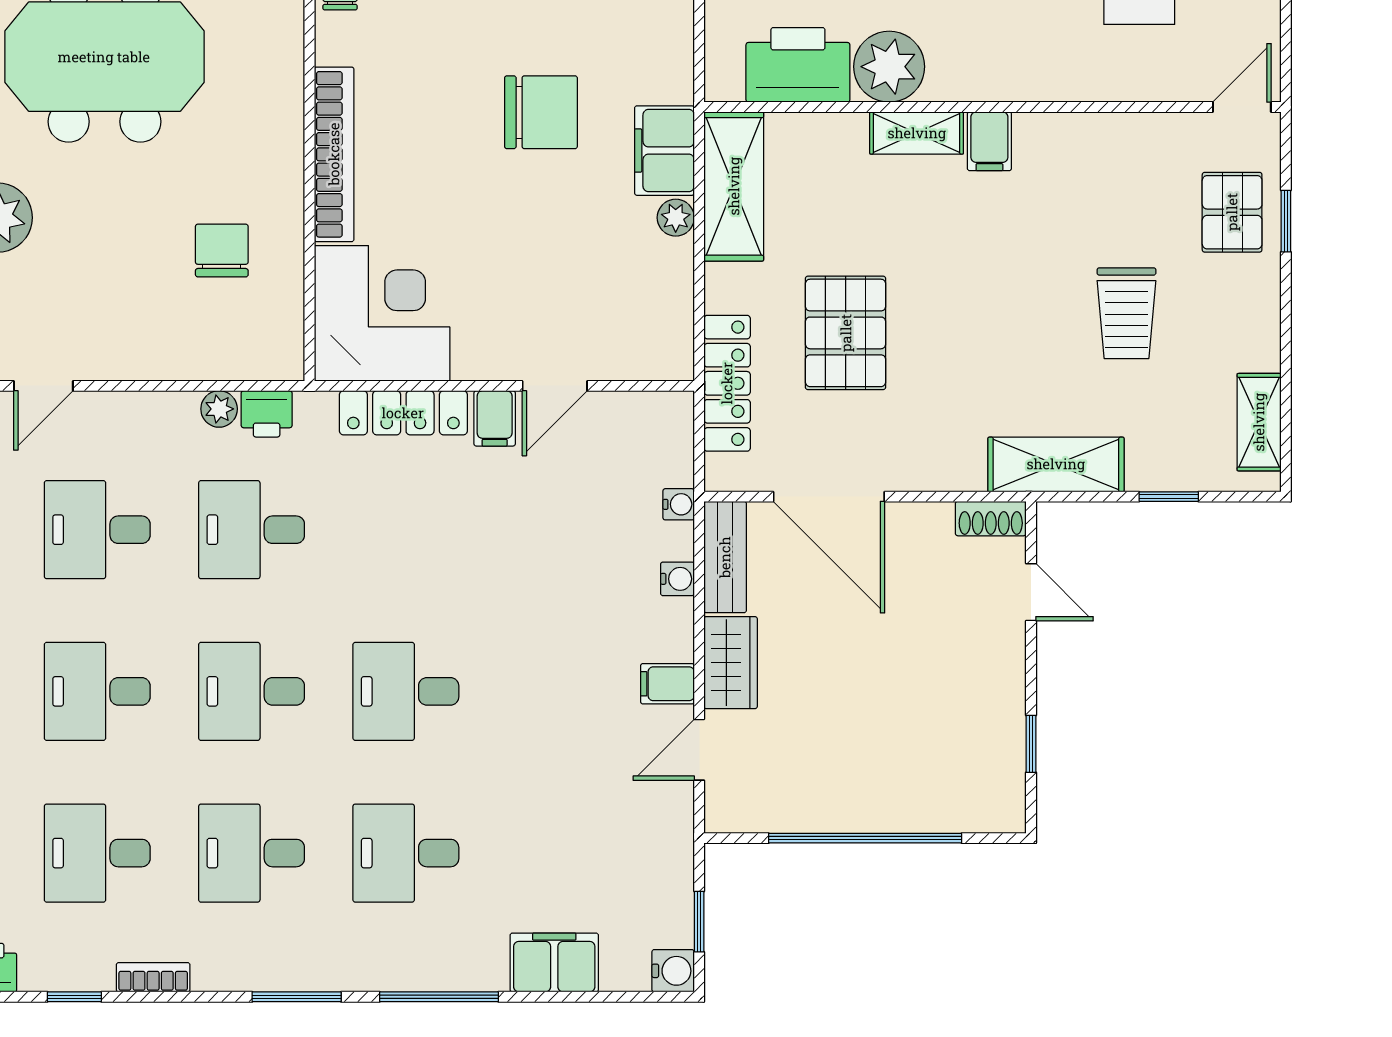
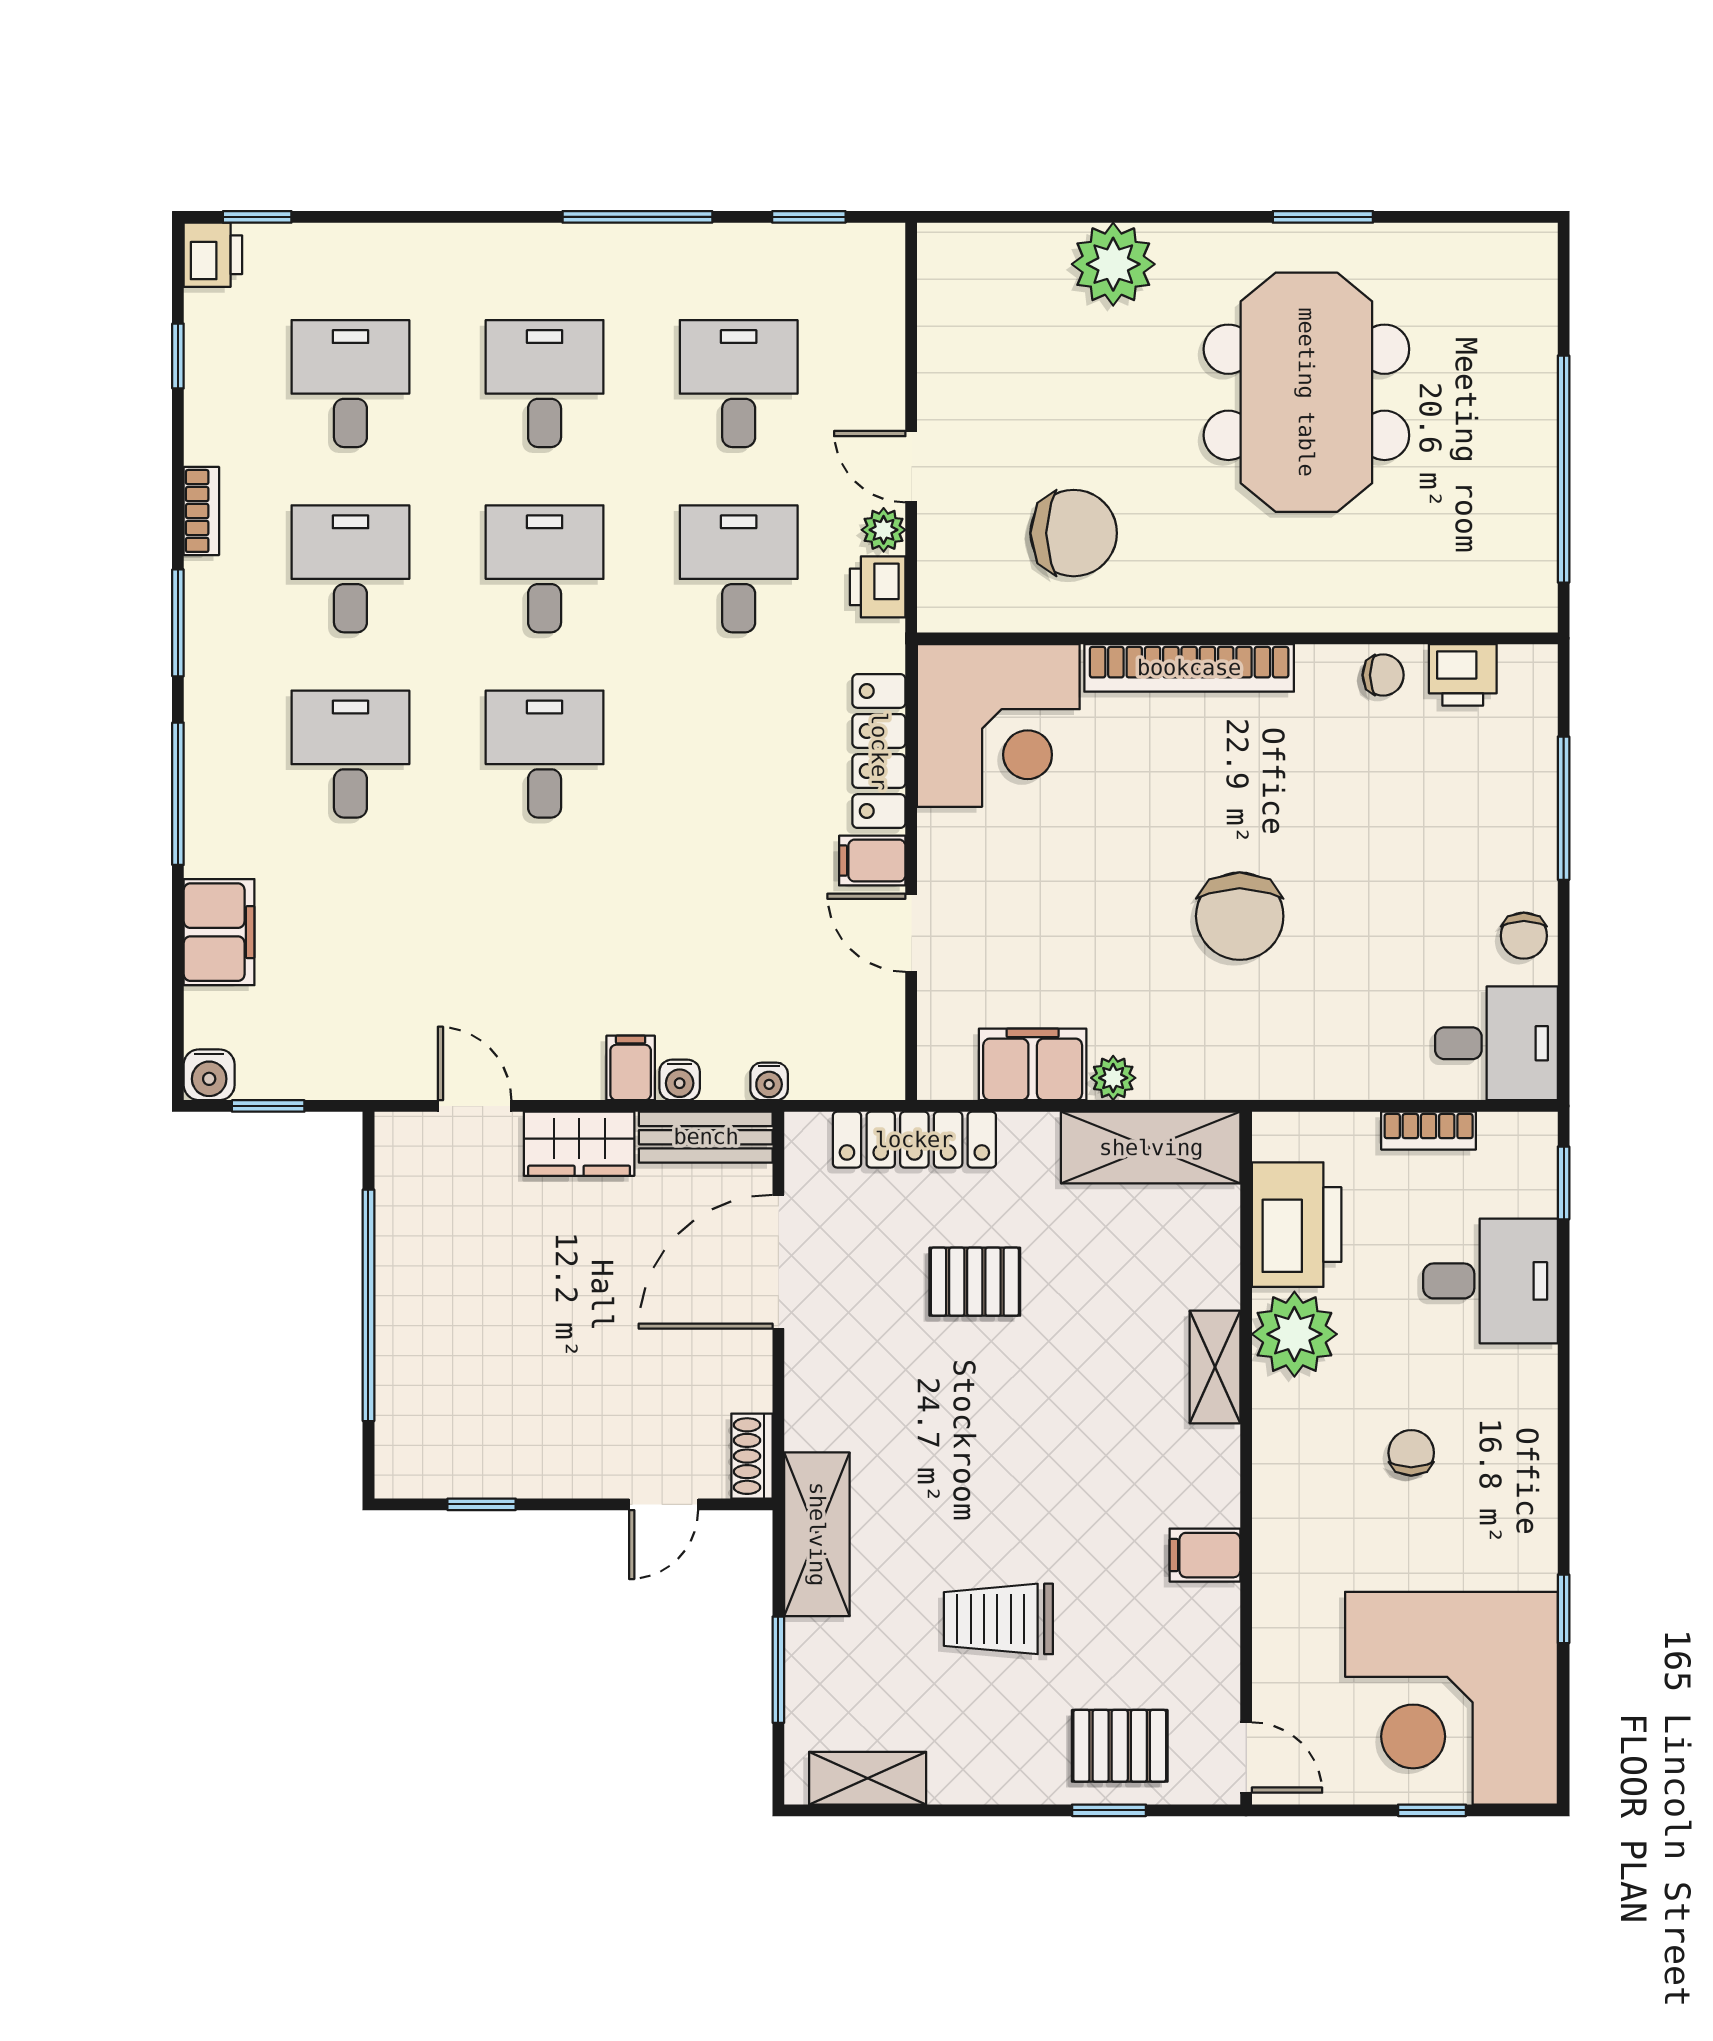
filing cabinet: (989, 141) -> (1205, 1555), moved
filing cabinet: (664, 151) -> (1033, 1064), moved
chair: (222, 251) -> (1074, 533), width x1.37, depth x1.37
pallet: (846, 333) -> (975, 1282), width x0.67, depth x0.71
door: (43, 386) -> (911, 467), moved
window: (1169, 497) -> (778, 1670), width x1.50
filing cabinet: (667, 684) -> (631, 1068), moved
bookcase: (153, 977) -> (201, 511), moved

